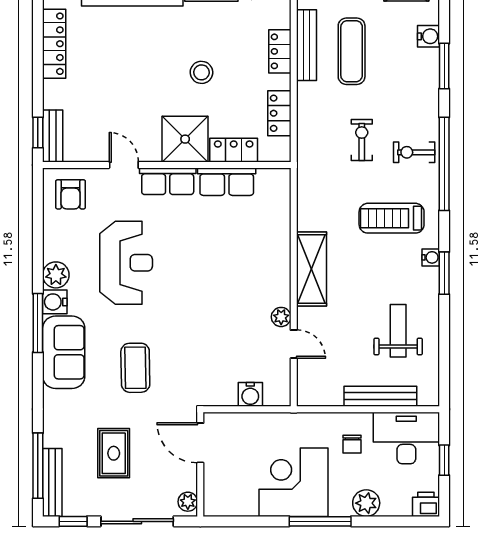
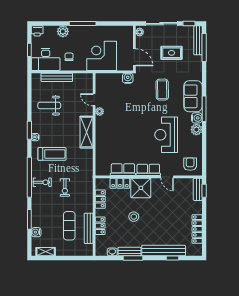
weight bench: (398, 331) -> (49, 106), turned 90
water cooler: (250, 394) -> (128, 78), moved
rug: (114, 453) -> (172, 53), turned 90
corner desk: (293, 482) -> (102, 56), moved, turned 180

